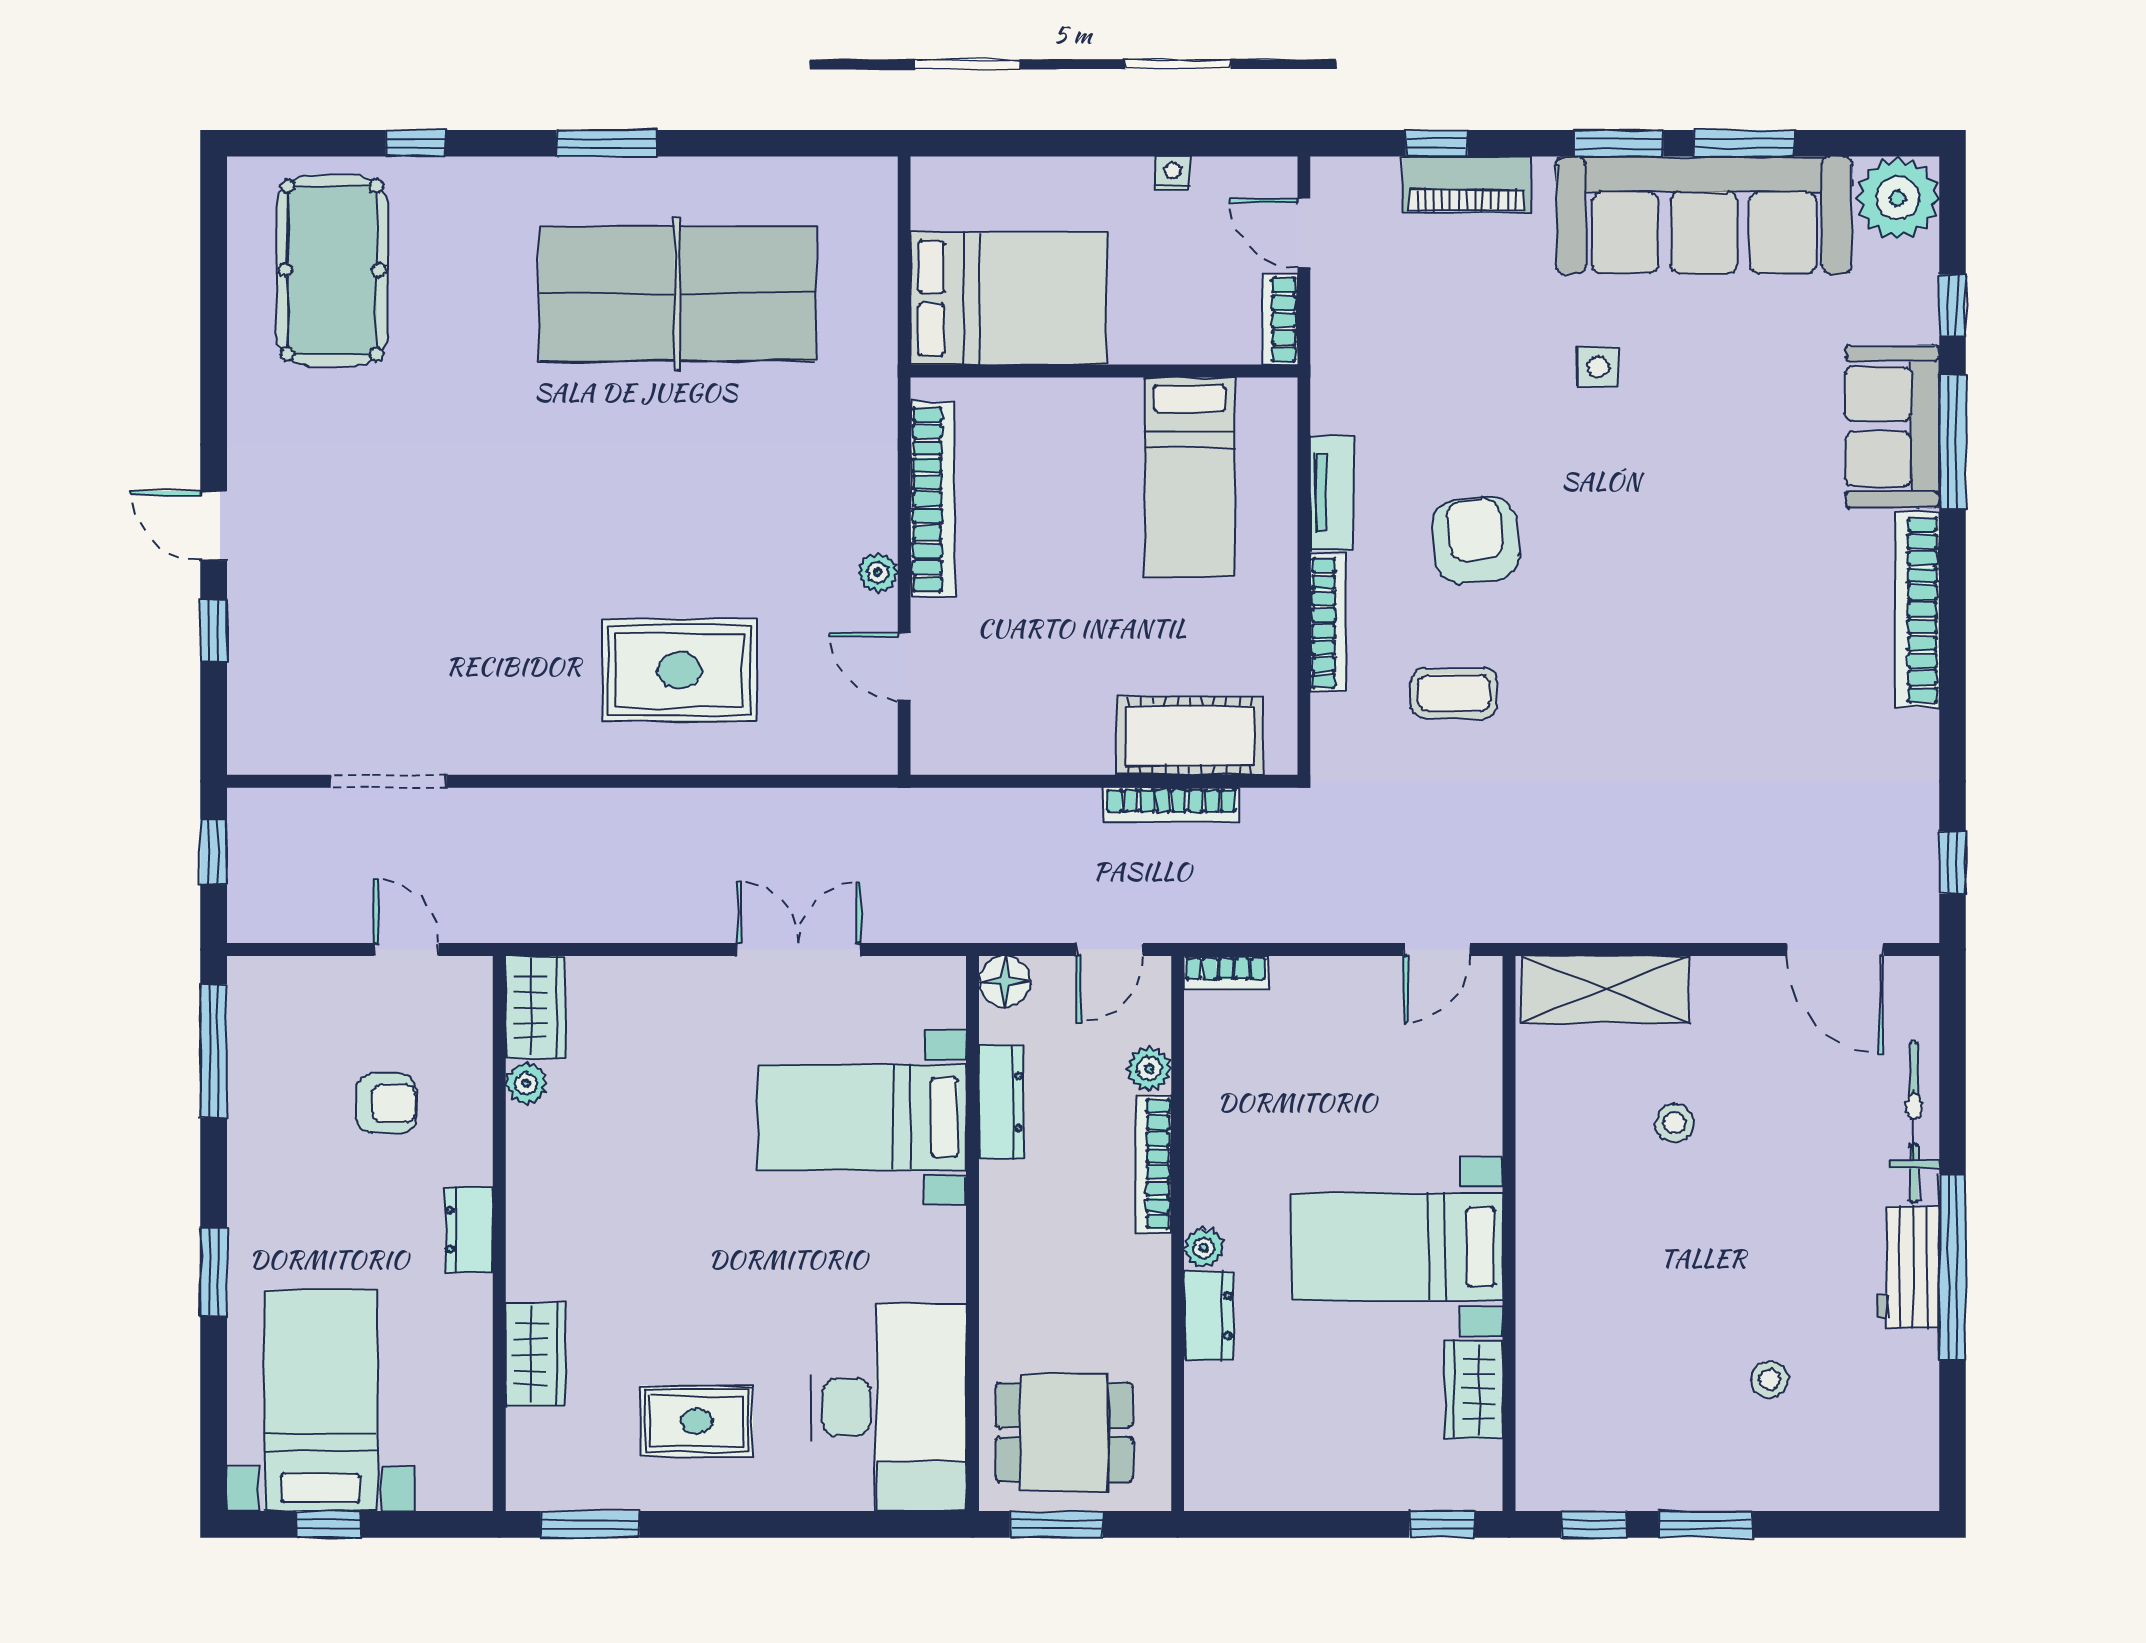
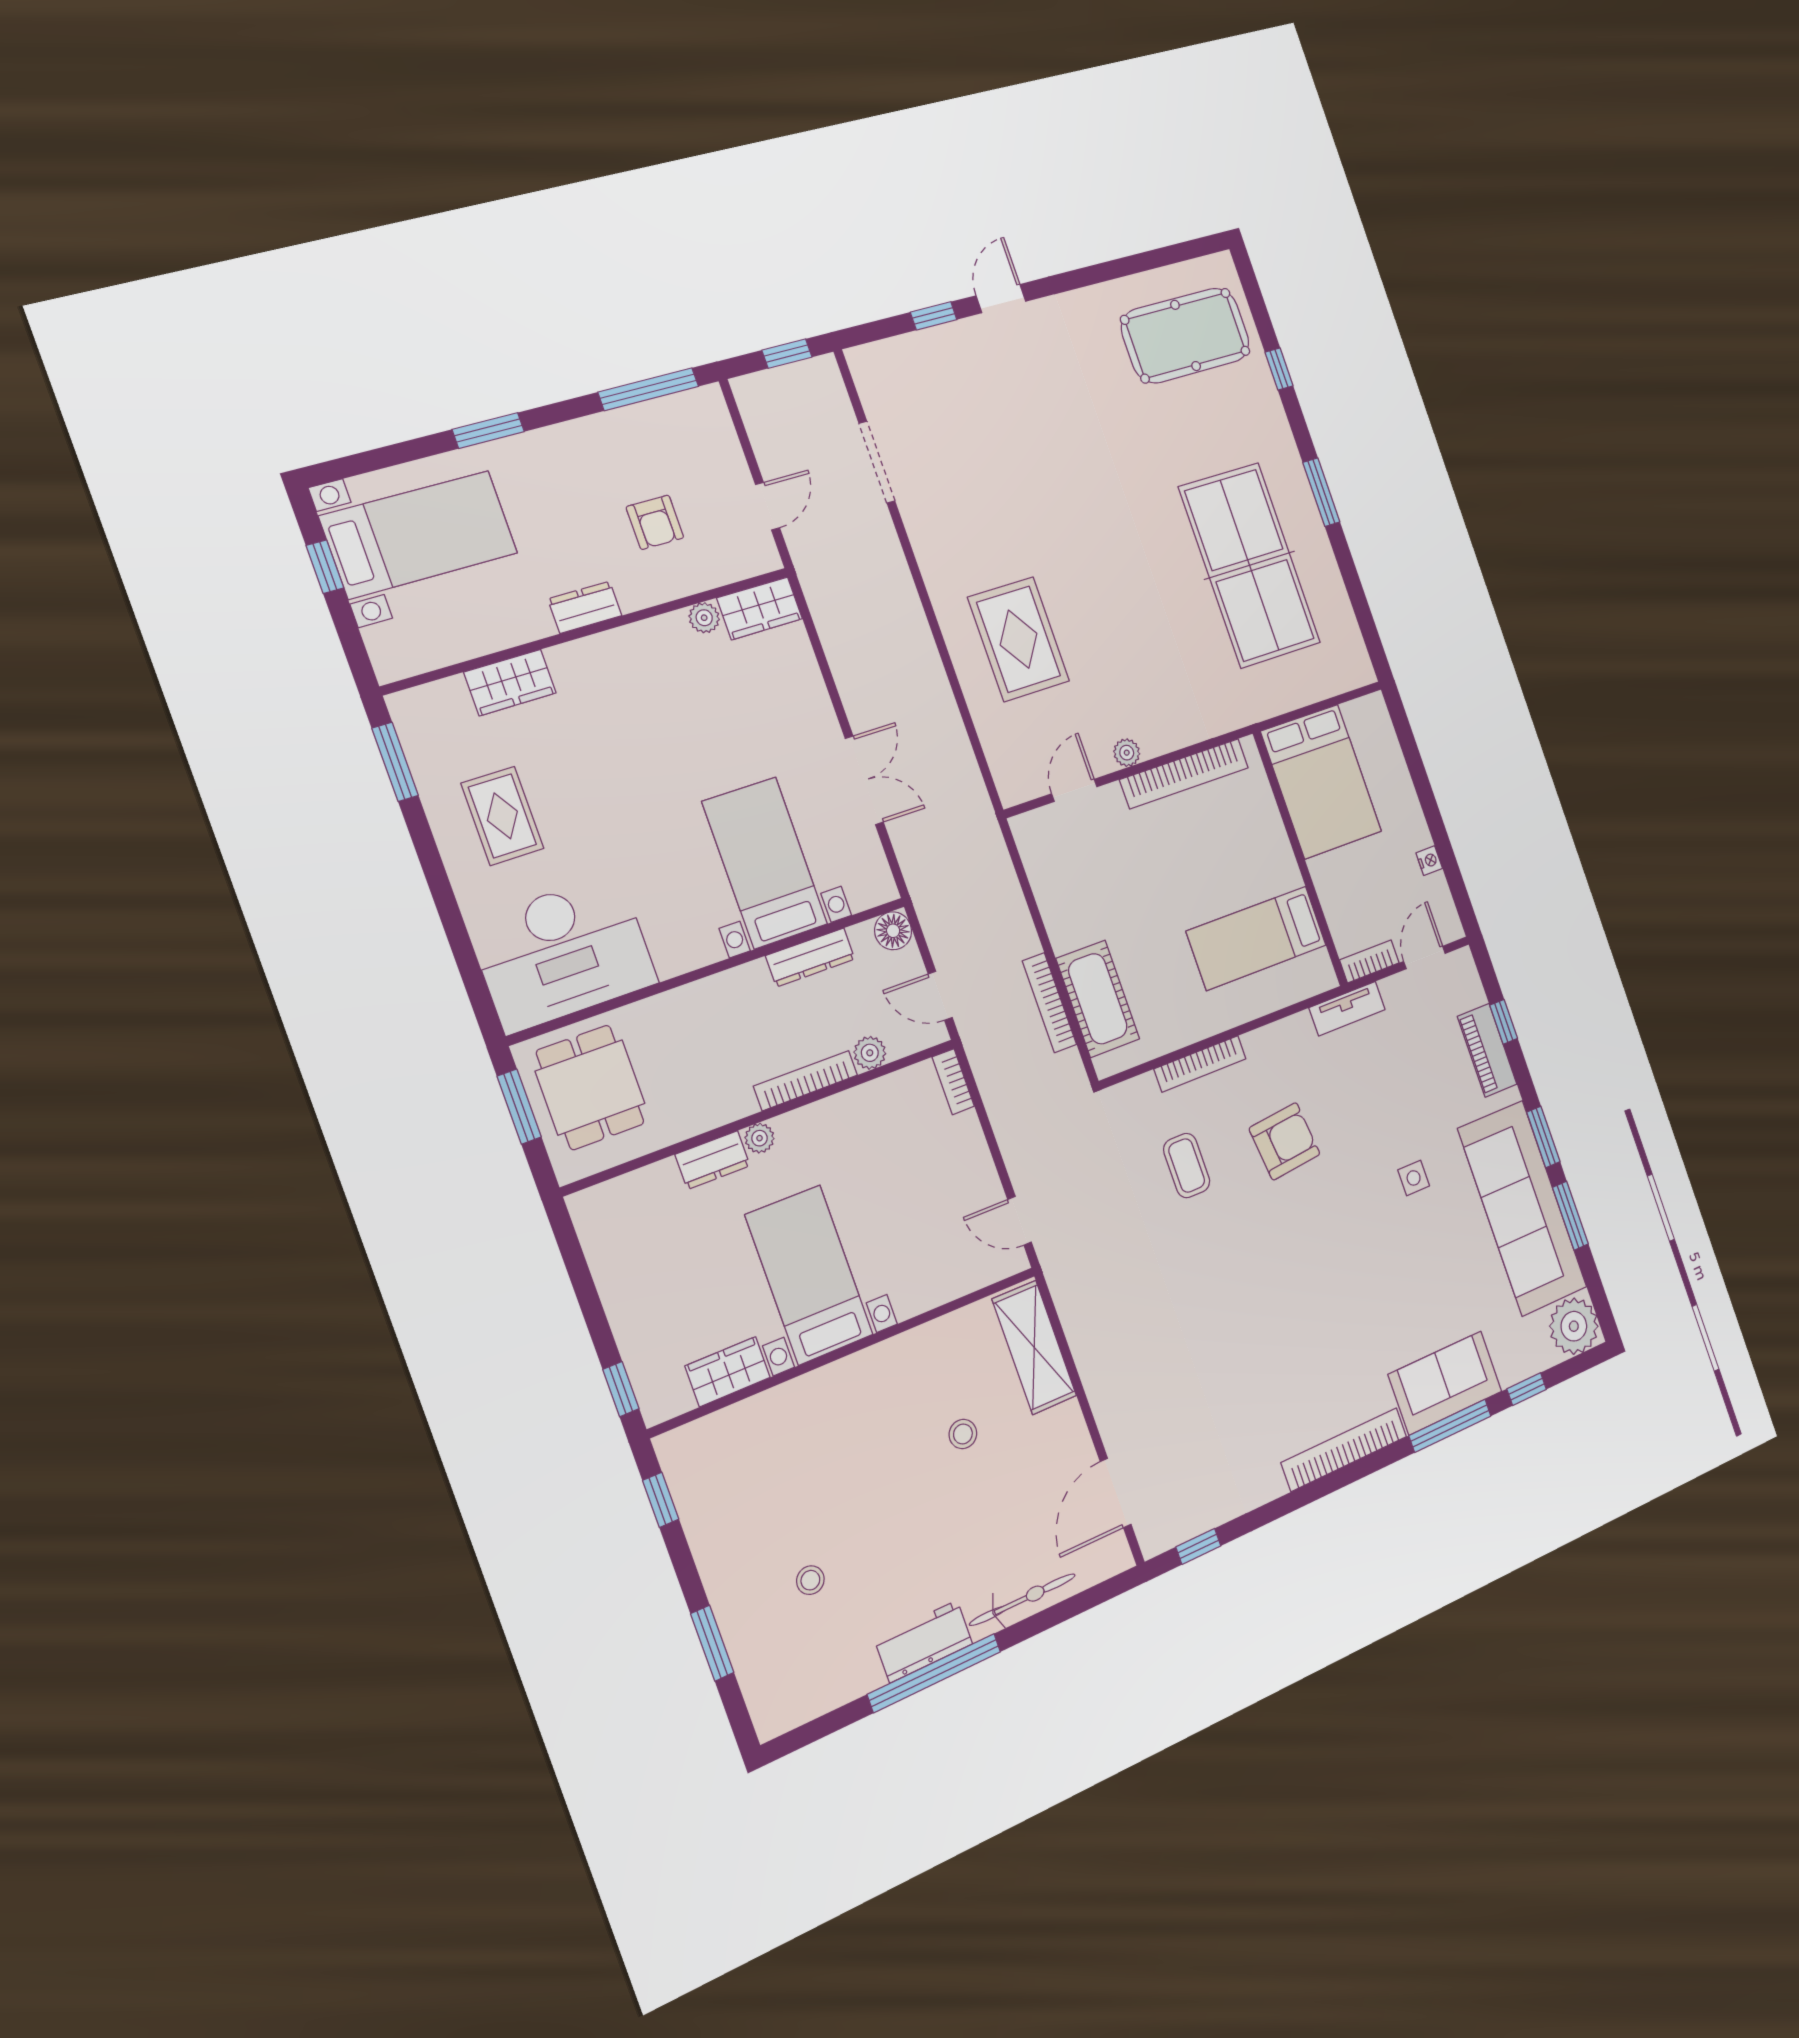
tv unit: (1332, 493) -> (1347, 1009), moved
window: (1705, 1524) -> (712, 1643), moved

